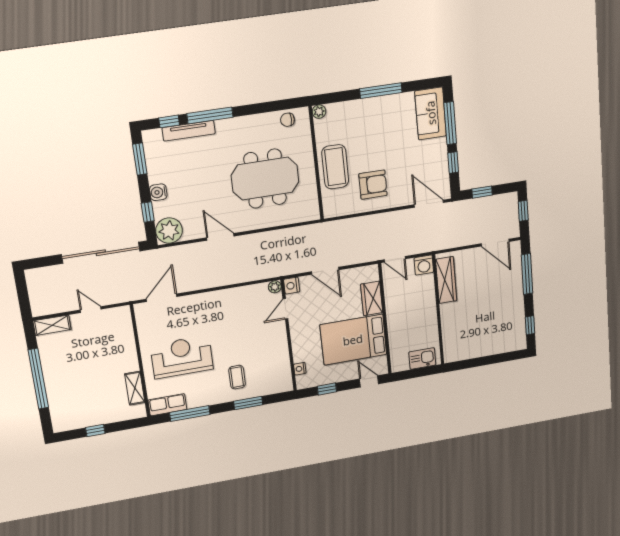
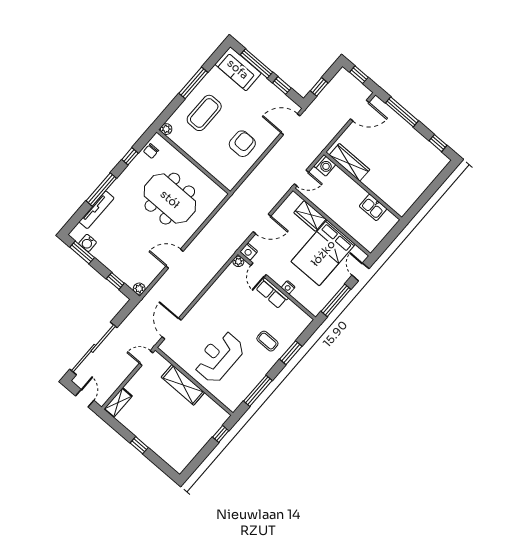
window: (169, 121) -> (130, 156), moved
coffee table: (335, 167) -> (204, 113), moved, turned 90
meeting table: (265, 179) -> (170, 199), turned 90
water cooler: (158, 192) -> (88, 243), moved
plant: (169, 231) -> (139, 289), width x0.53, depth x0.53
sliding door: (101, 253) -> (93, 348), moved
door: (23, 296) -> (85, 398), added
door: (91, 310) -> (146, 358), moved
kitchen sink: (422, 359) -> (373, 207), moved, turned -90
nightstand: (300, 369) -> (288, 287), moved
window: (38, 379) -> (139, 445), width x0.32
door: (369, 381) -> (360, 272), hinge flipped
shelving: (135, 388) -> (183, 385), moved, width x1.50, depth x1.33
window: (327, 389) -> (336, 300), width x2.17
row of seats: (167, 405) -> (272, 293), moved, turned -90
window: (95, 430) -> (221, 434), moved

